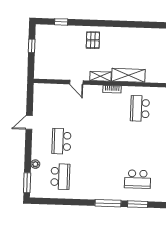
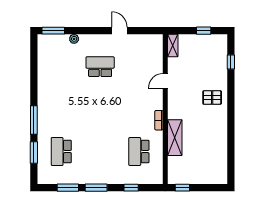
shelving: (101, 76) -> (173, 45), moved
school desk: (140, 108) -> (139, 151), turned -90
school desk: (60, 177) -> (61, 67), removed

